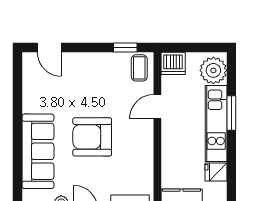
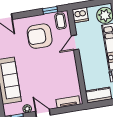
armchair: (92, 137) -> (40, 36), moved

